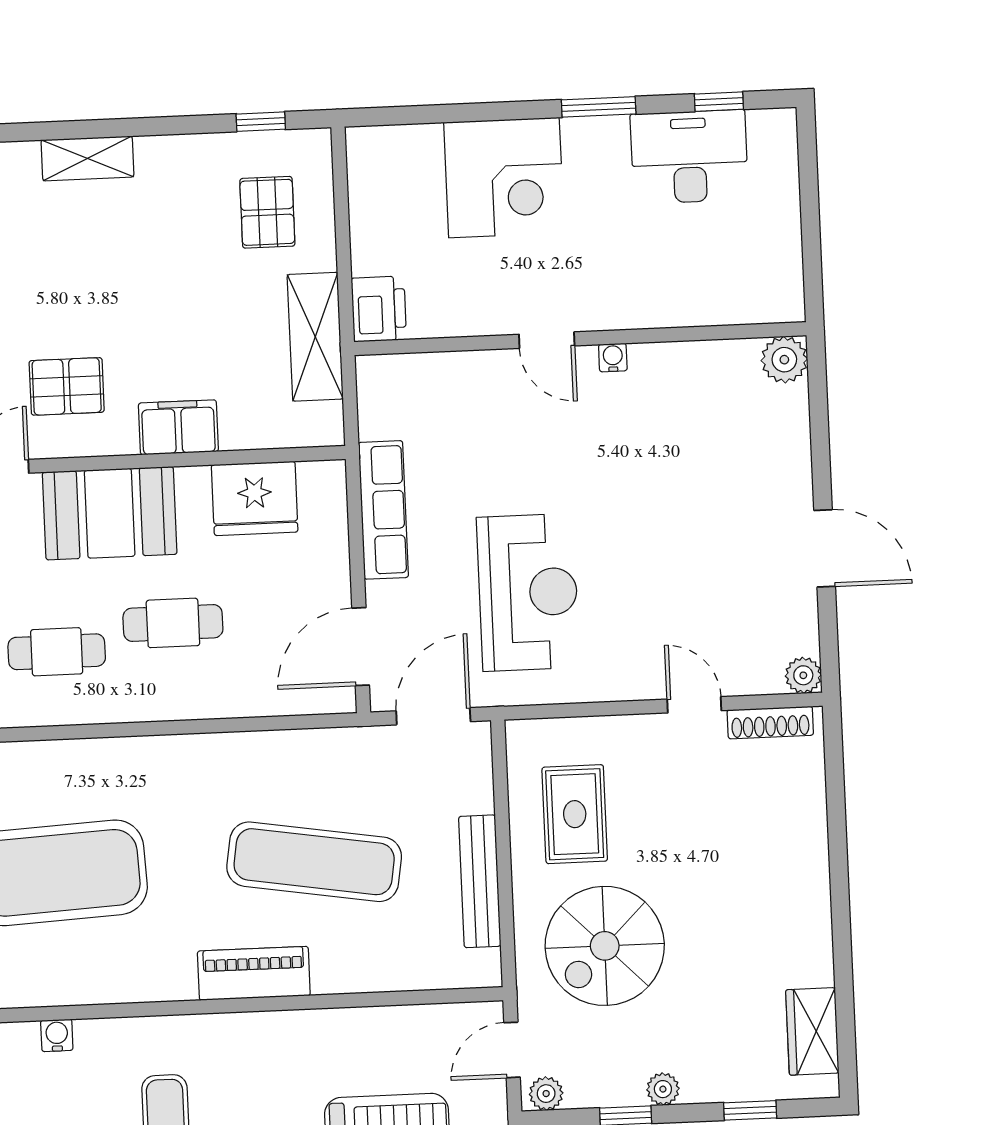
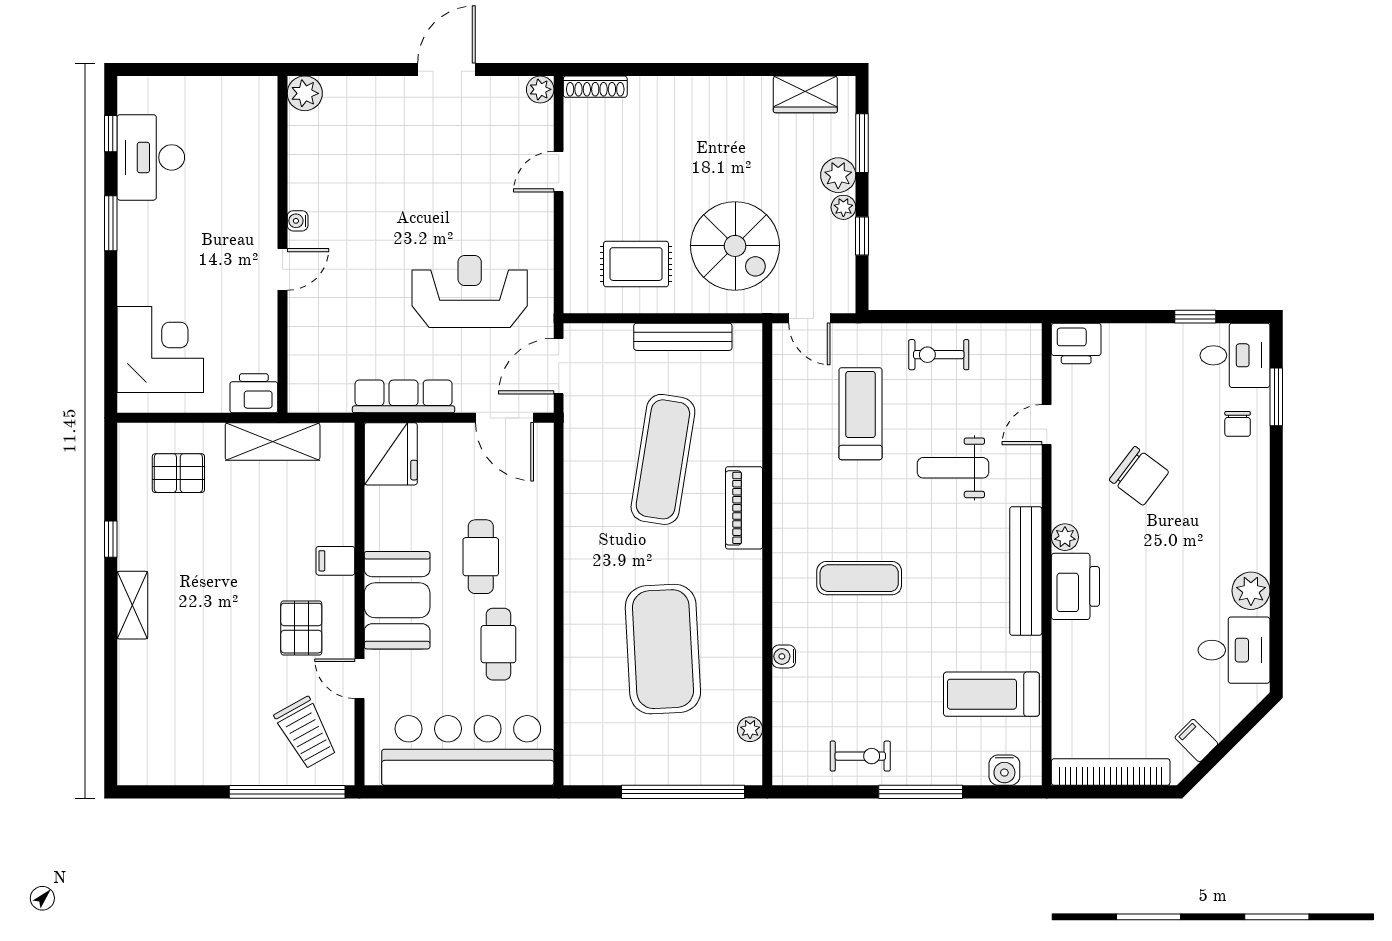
window: (261, 122) -> (111, 539), moved
corner desk: (504, 178) -> (160, 350), moved
filing cabinet: (178, 427) -> (335, 561), width x0.50
fridge: (255, 498) -> (391, 454), moved
door: (433, 716) -> (559, 366), hinge flipped
shoe rack: (770, 723) -> (595, 87), moved, turned 90
plant: (546, 1094) -> (838, 175), moved, width x1.38, depth x1.38
window: (750, 1110) -> (862, 143), width x1.50

